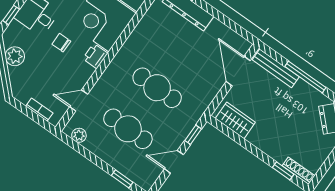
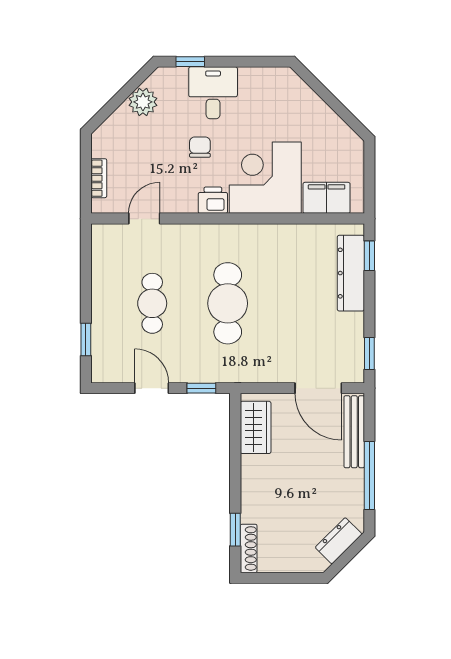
window: (239, 30) -> (369, 353), added
door: (238, 71) -> (318, 388), swing flipped
door: (79, 101) -> (144, 219), hinge flipped
cafe table: (128, 129) -> (152, 303), width x0.73, depth x0.74
plant: (79, 135) -> (102, 249), removed

